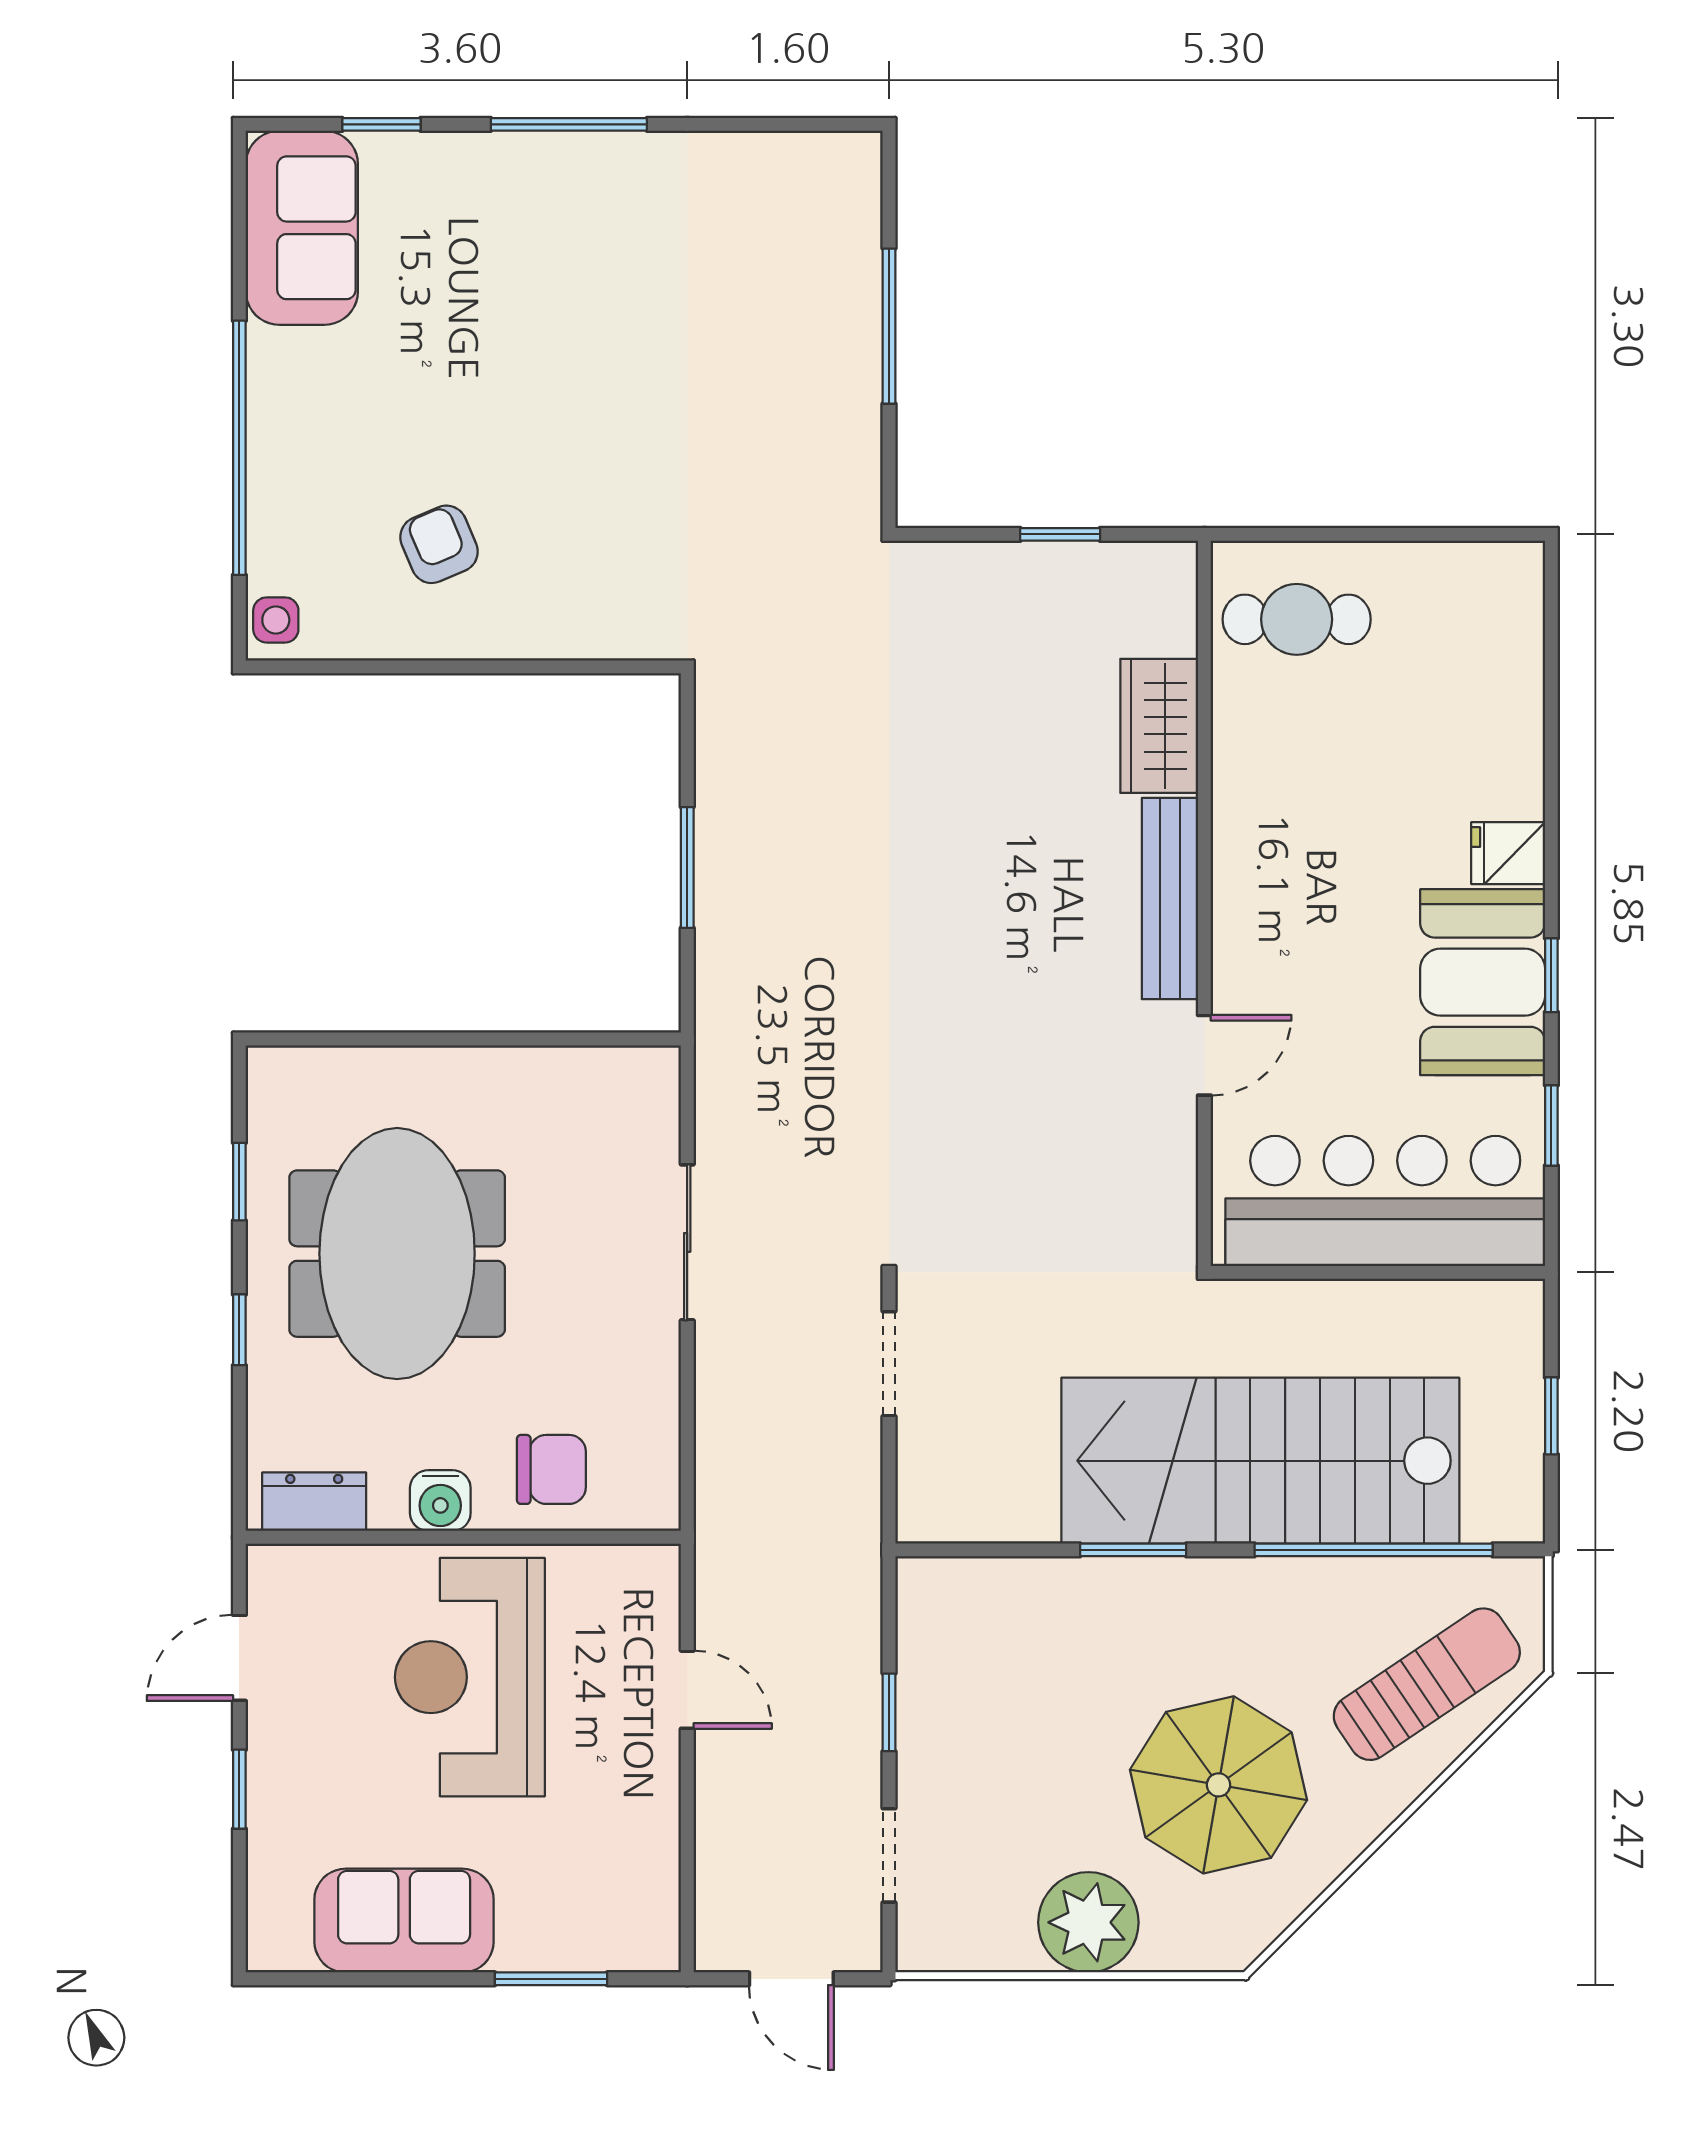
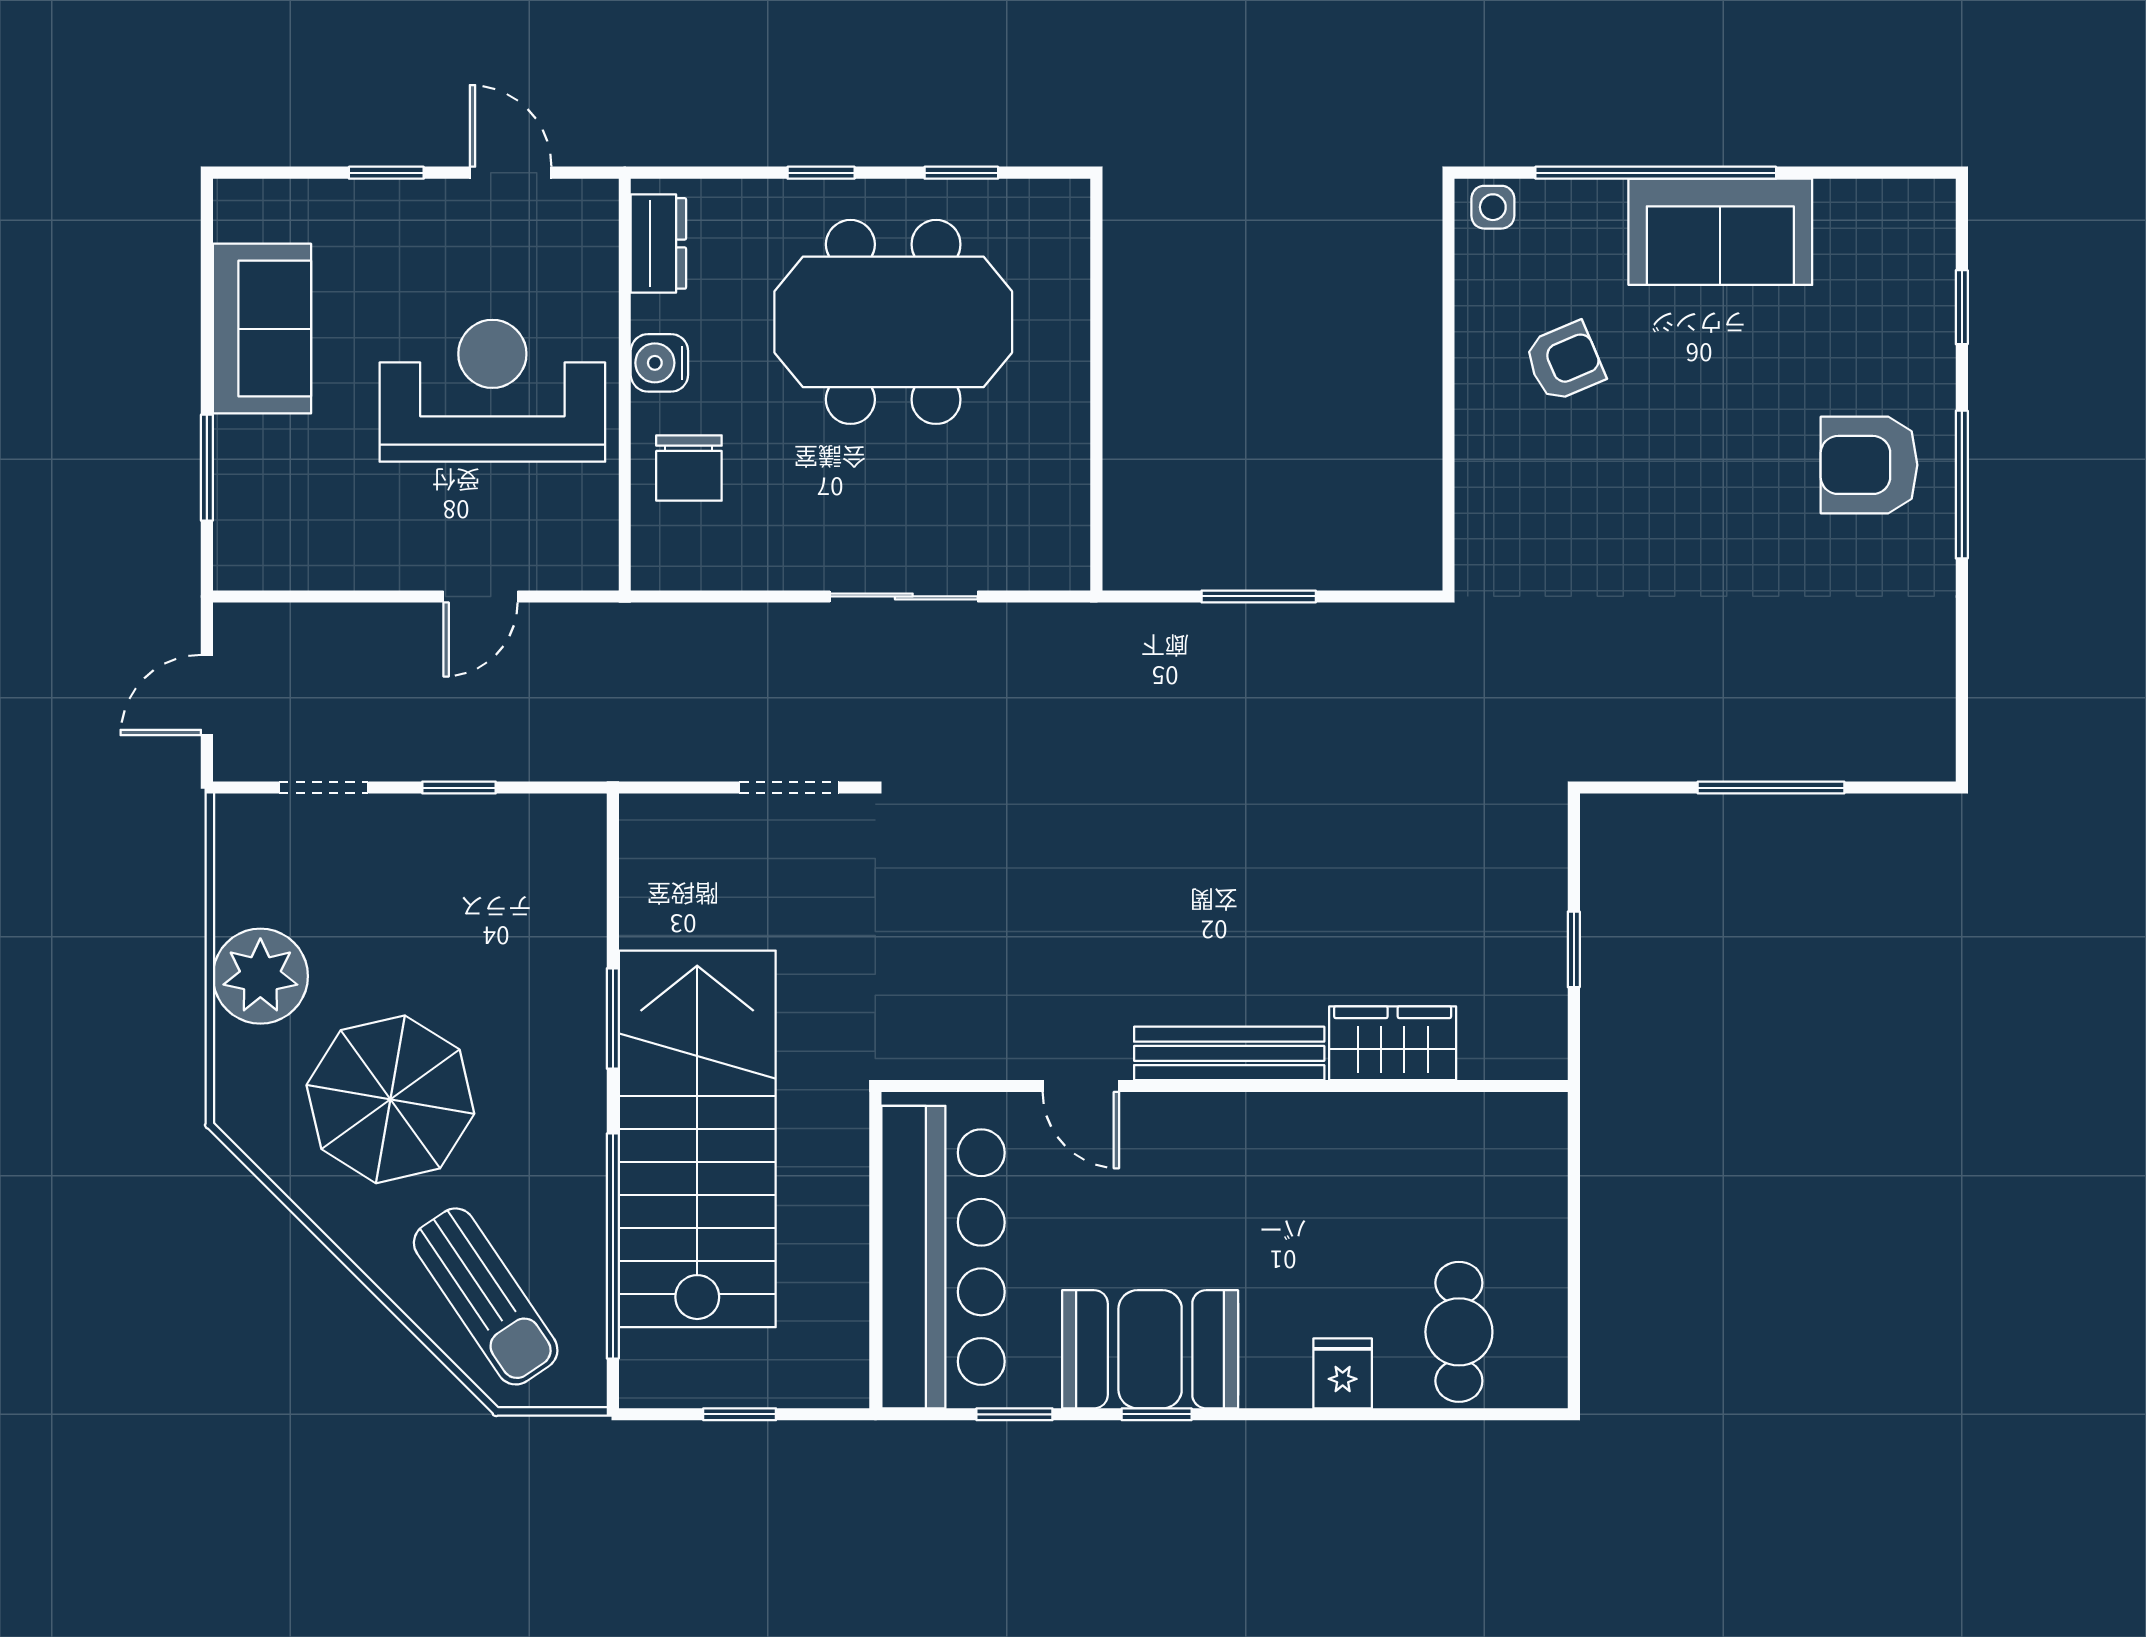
armchair: (548, 223) -> (1869, 465), added
sofa: (302, 228) -> (1720, 232), moved
cafe table: (1297, 619) -> (1459, 1332), moved
fridge: (1508, 853) -> (1343, 1373), moved

